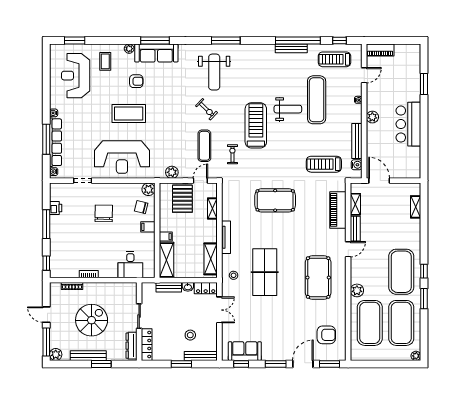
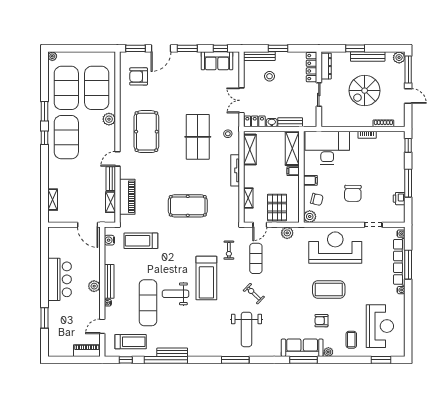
weight bench: (214, 72) -> (246, 329), turned 180
bench: (357, 141) -> (109, 281), moved
treadmill: (324, 164) -> (141, 241), turned 180
desk: (130, 265) -> (327, 148), width x1.87, depth x1.30

